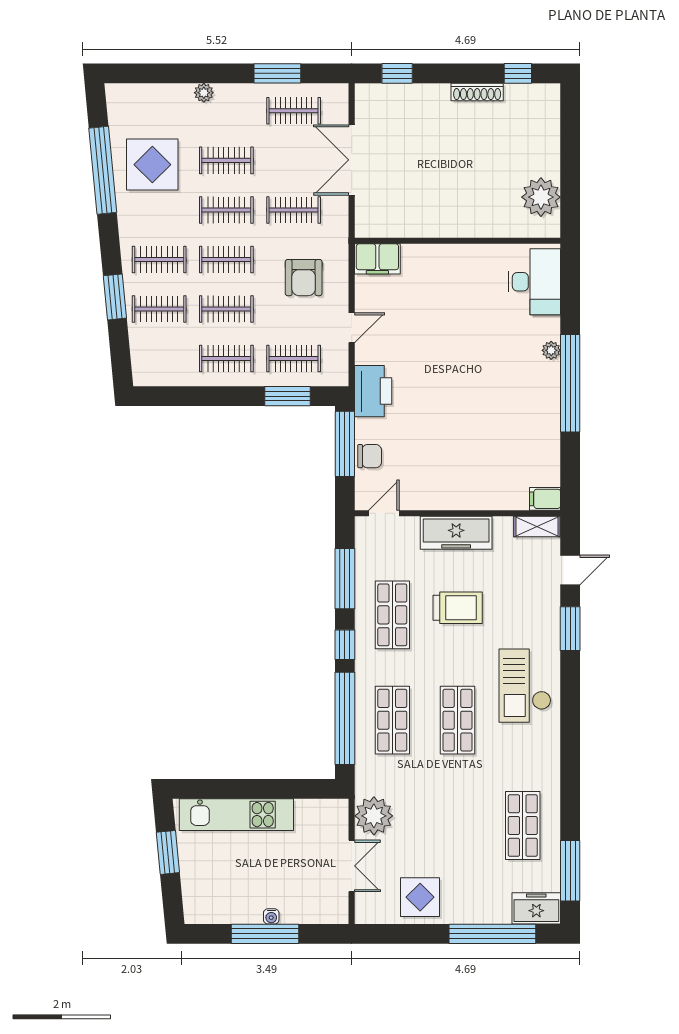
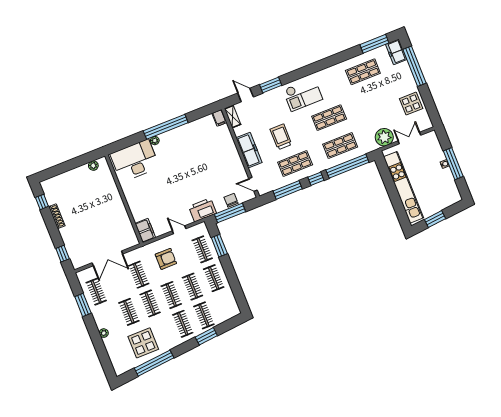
plant: (541, 197) -> (93, 166), width x0.53, depth x0.53
desk: (534, 282) -> (135, 161), width x1.36, depth x1.30
kitchen unit: (236, 815) -> (404, 187), width x1.36

